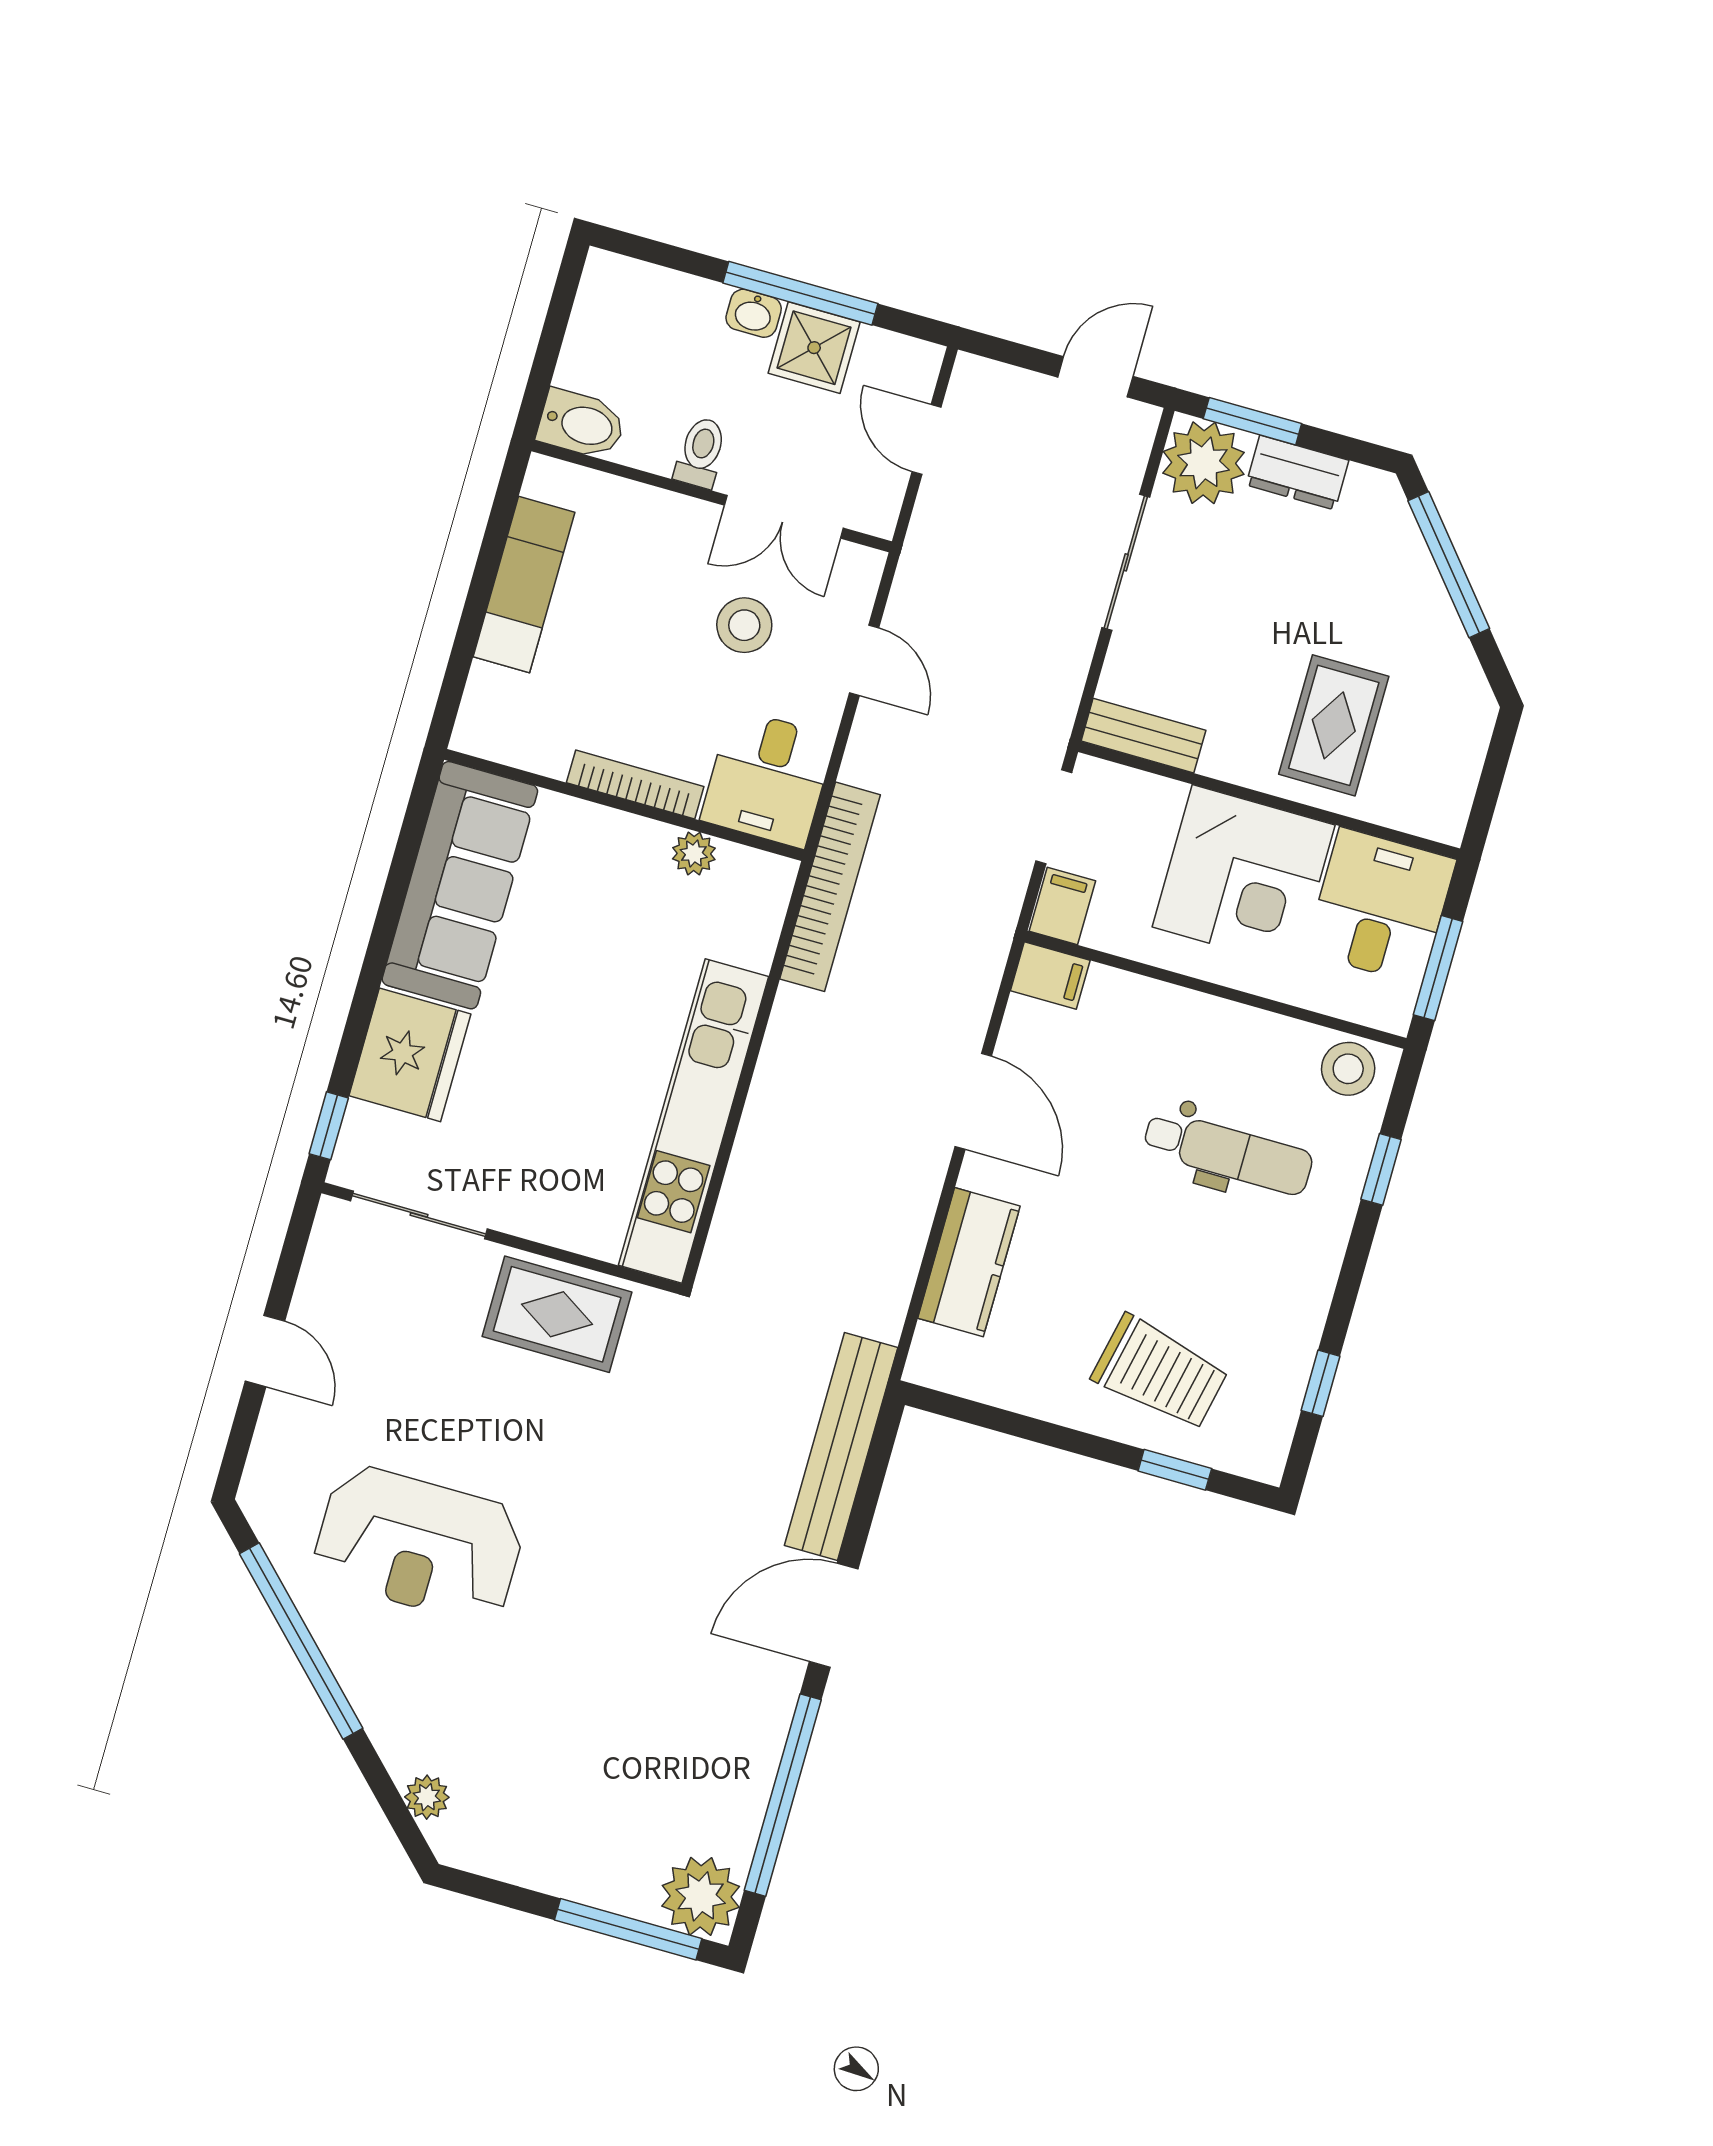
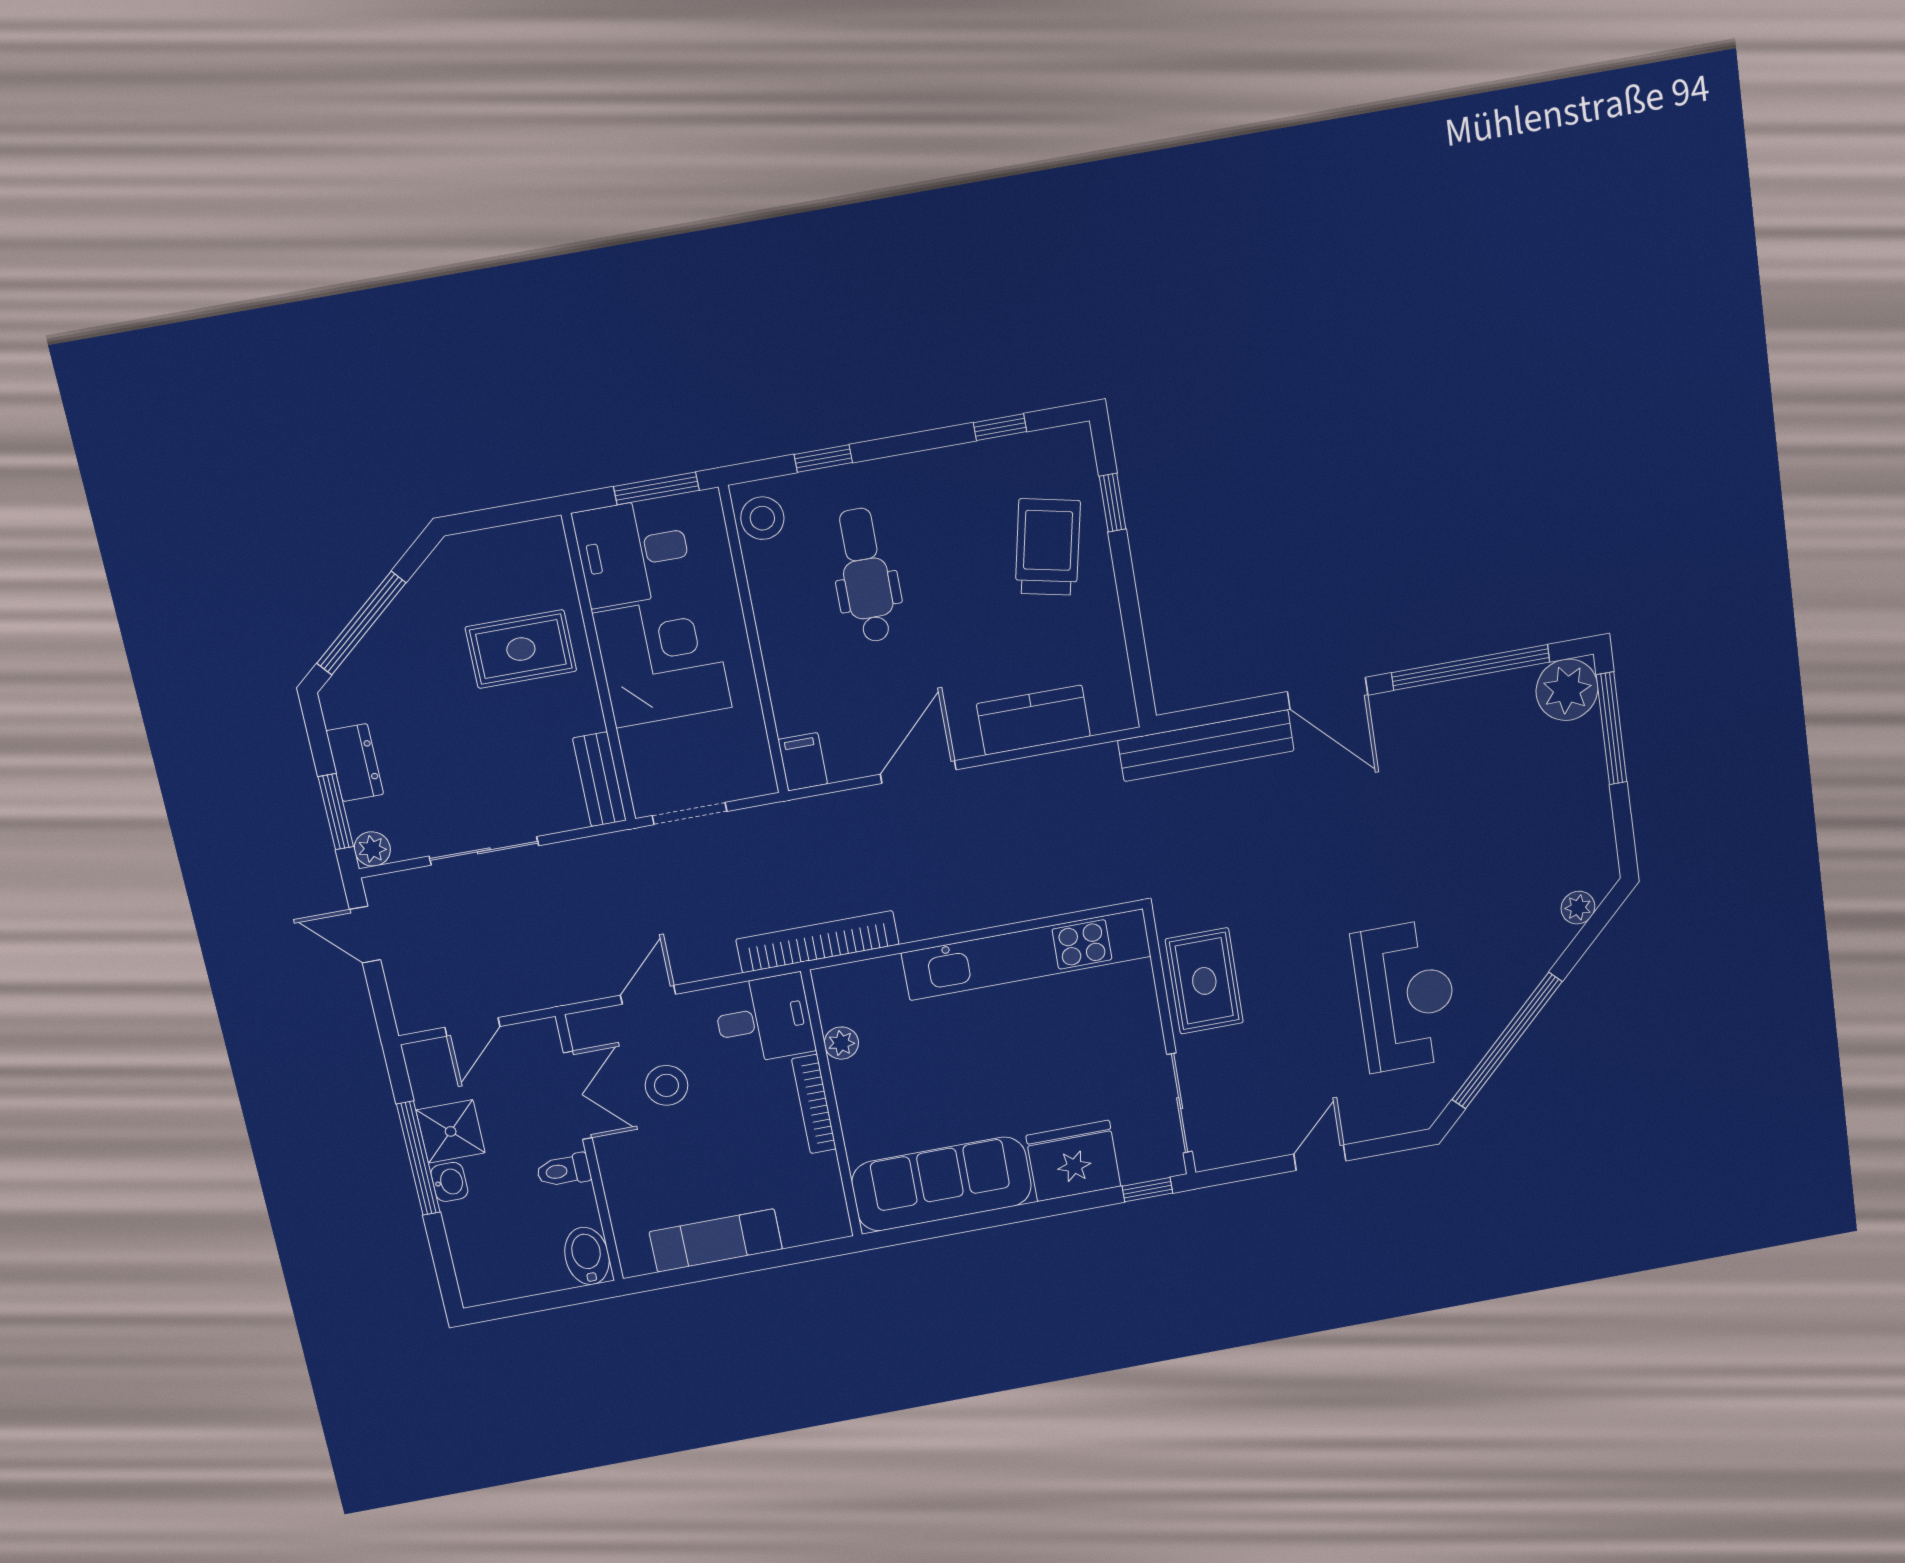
plant: (1204, 463) -> (372, 849), width x0.53, depth x0.53
filing cabinet: (1062, 906) -> (749, 777), removed

